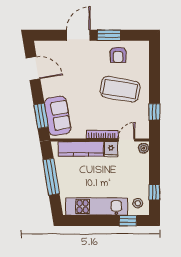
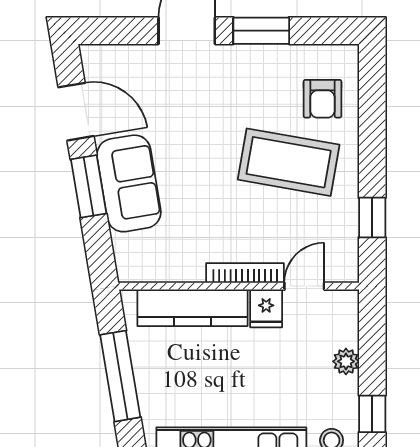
armchair: (118, 55) -> (322, 99), moved
window: (41, 116) -> (89, 186), moved
sofa: (58, 116) -> (129, 183), moved
plant: (144, 148) -> (346, 361), moved

